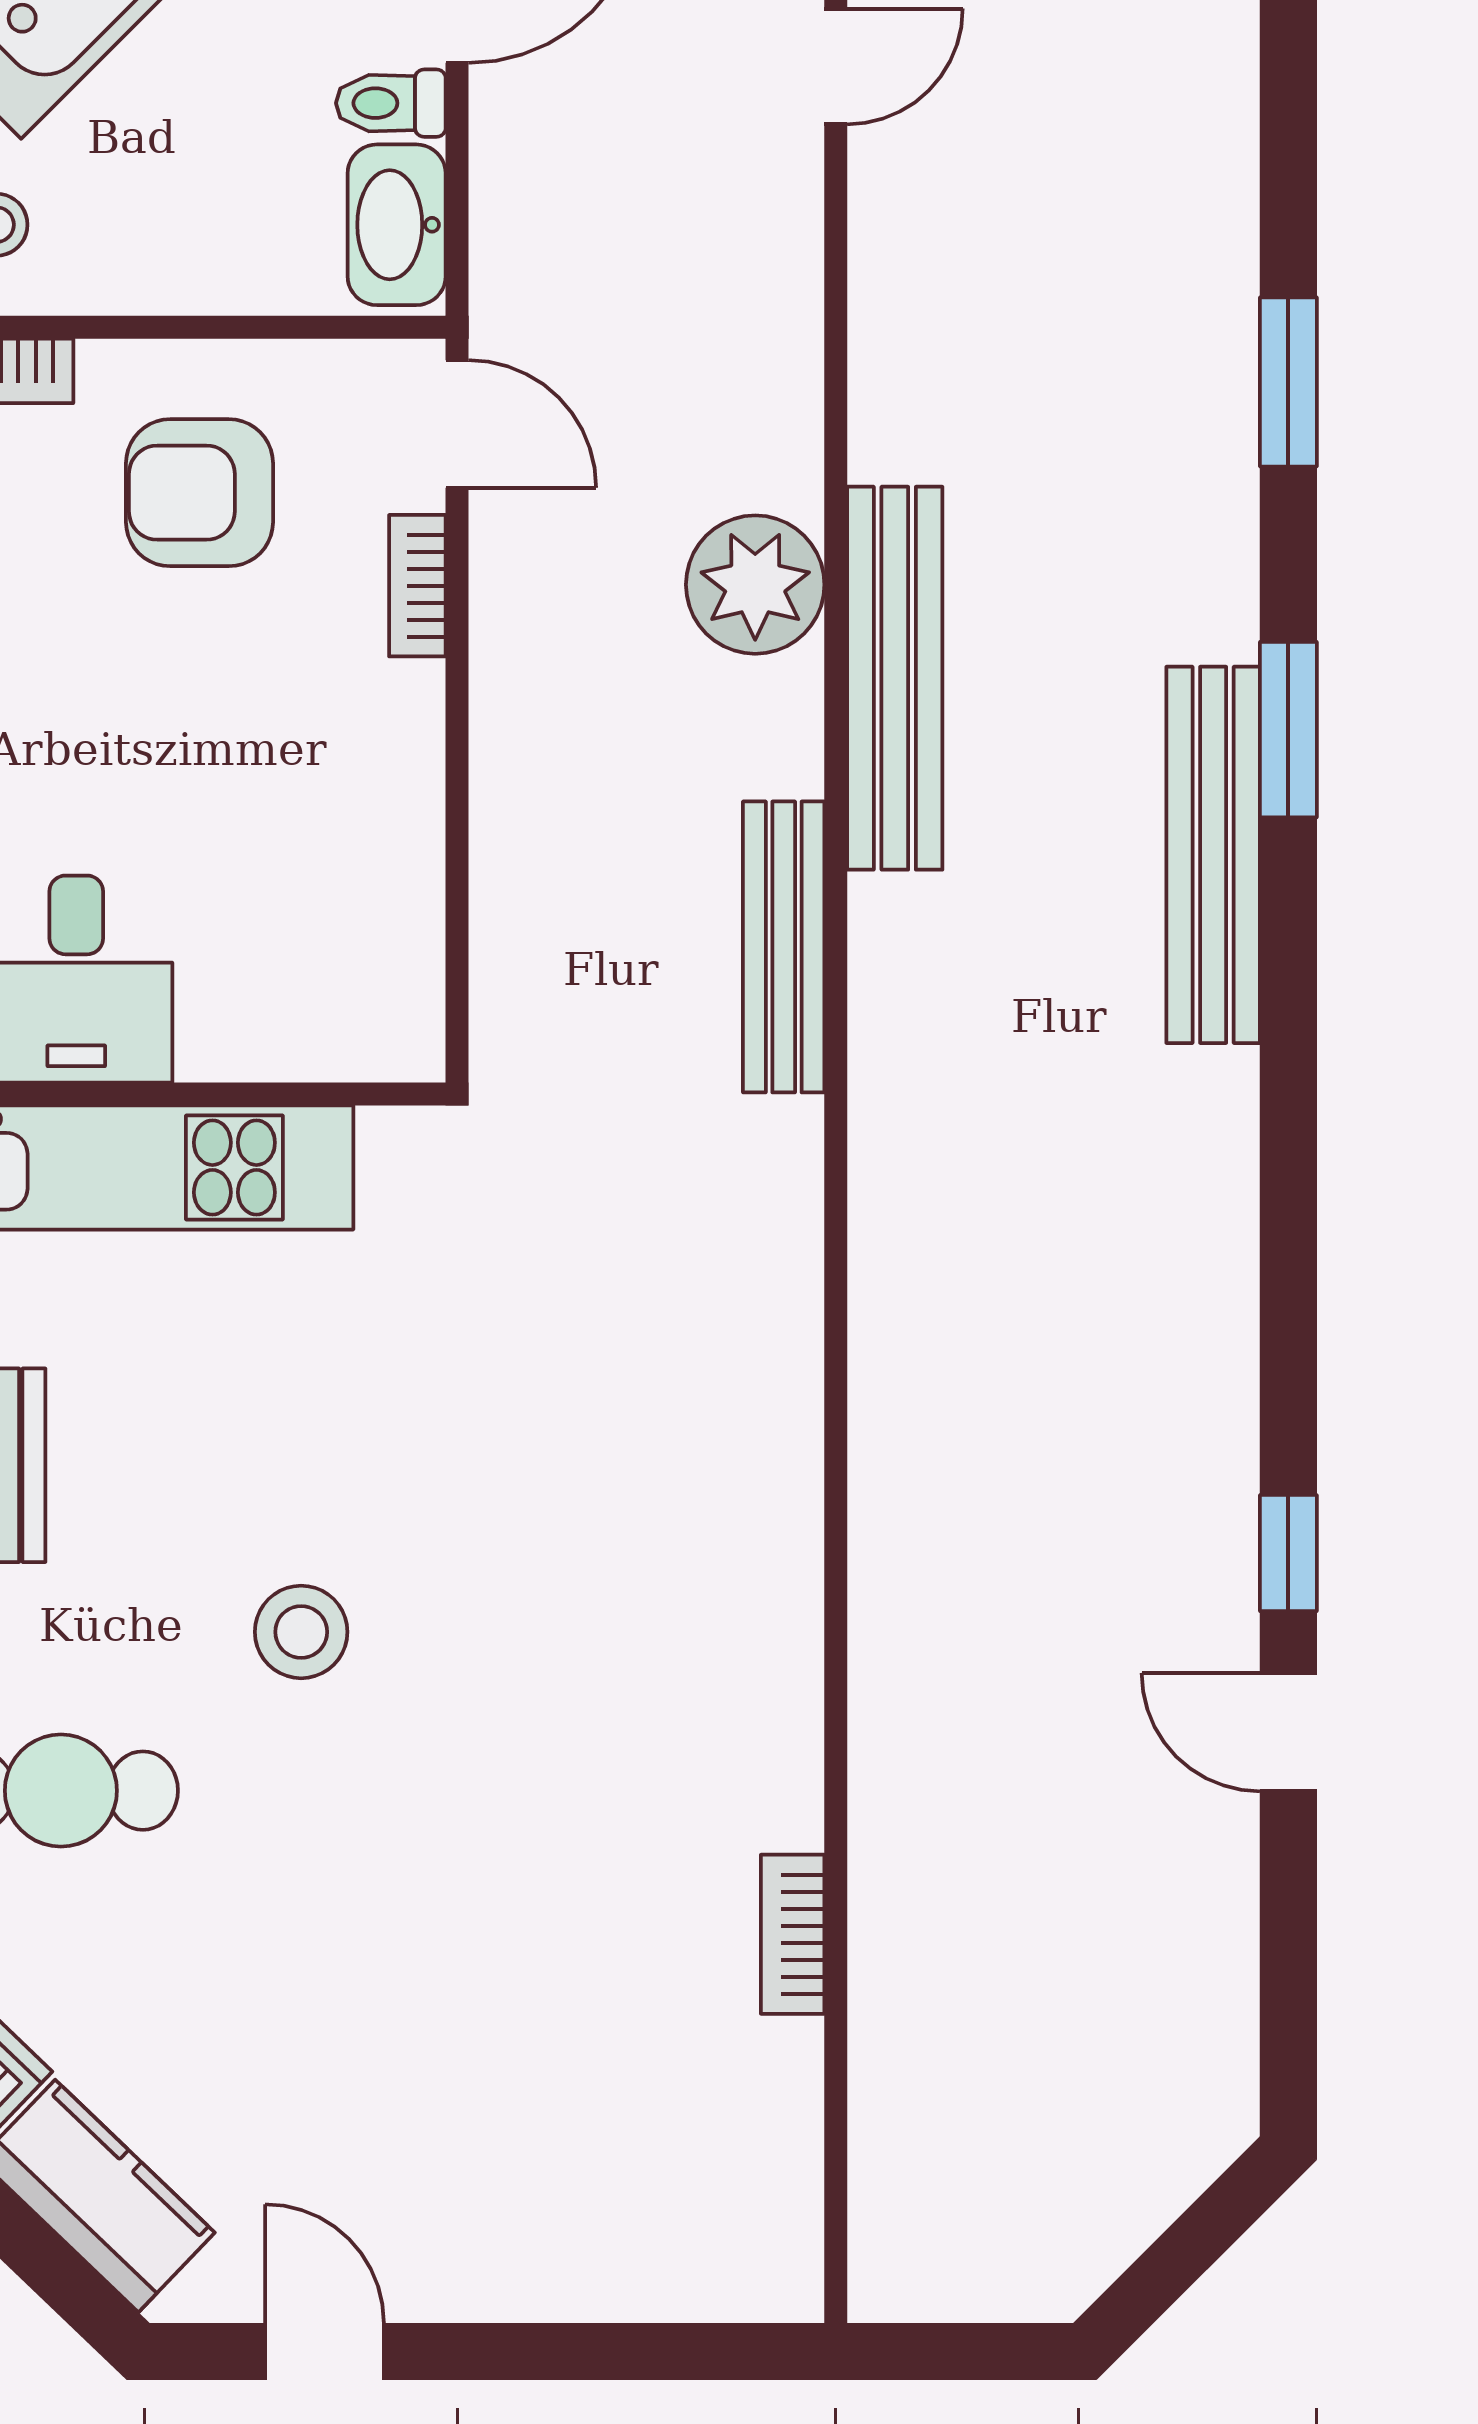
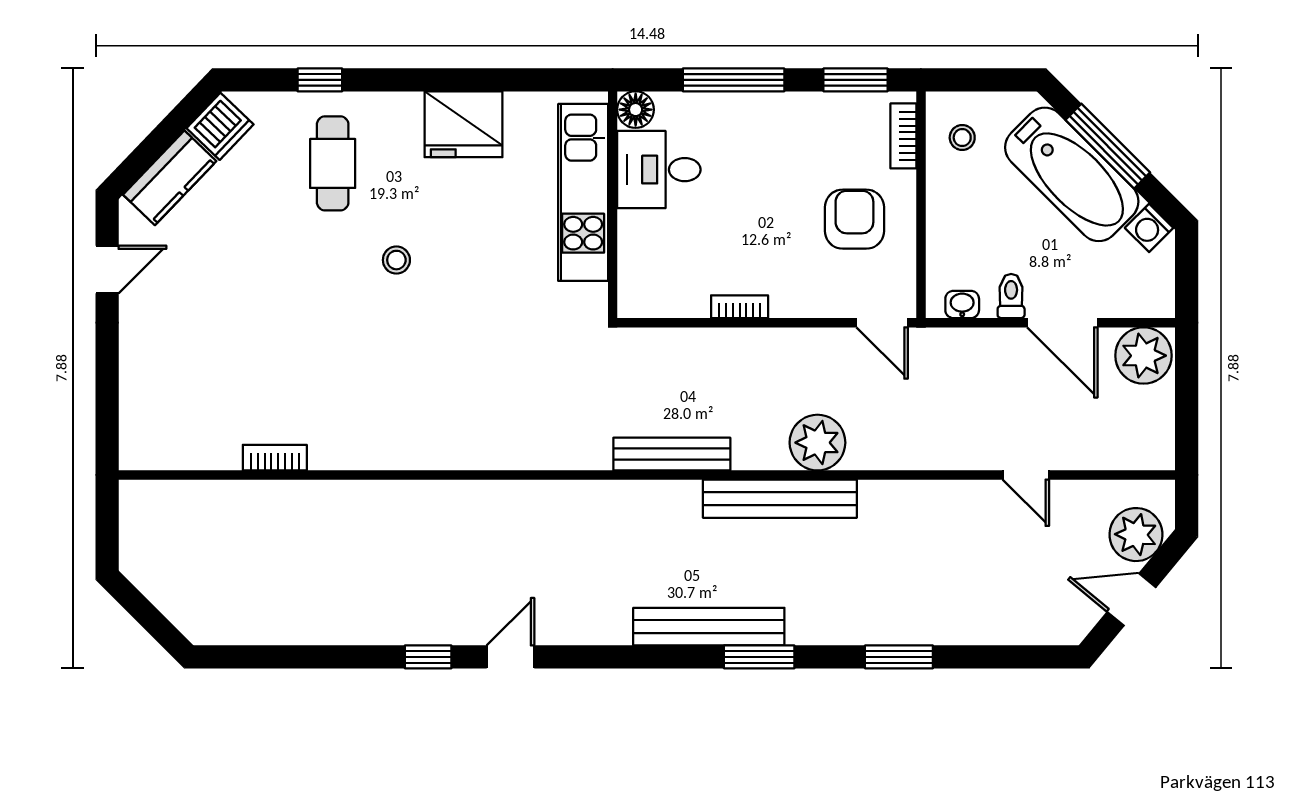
washbasin: (397, 225) -> (962, 304), width x0.52, depth x0.69
door: (457, 424) -> (882, 323), hinge flipped
bookcase: (417, 586) -> (740, 307), moved
stool: (301, 1632) -> (396, 260), width x0.73, depth x0.73
door: (1288, 1732) -> (511, 657), moved

